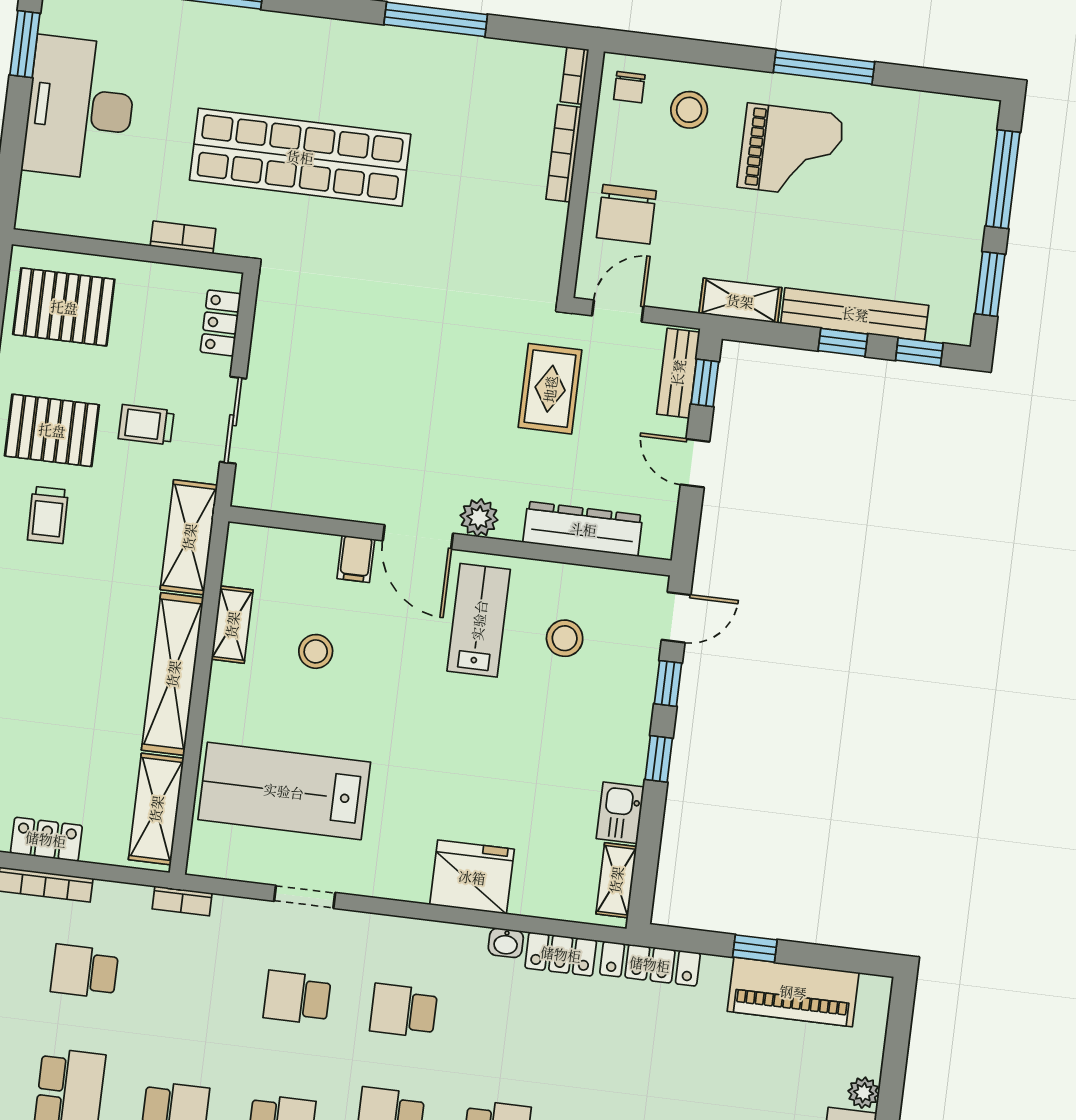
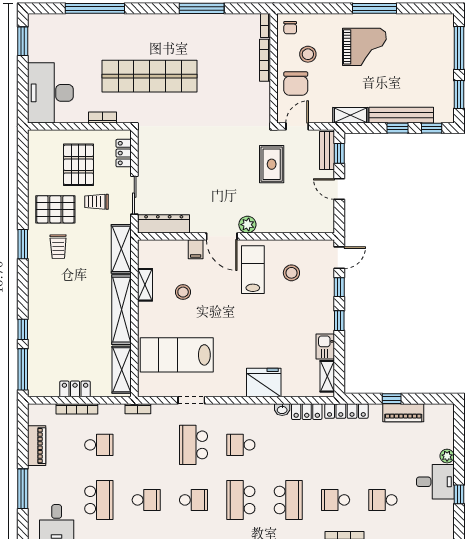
desk: (80, 108) -> (50, 93), moved
stool: (689, 110) -> (308, 54), moved
pallet: (64, 307) -> (79, 165), moved, turned 90
dresser: (583, 529) -> (164, 224), moved
school desk: (84, 972) -> (99, 445), turned 180
piano: (793, 992) -> (403, 413), width x0.73, depth x0.75
school desk: (297, 998) -> (194, 445), width x1.85

